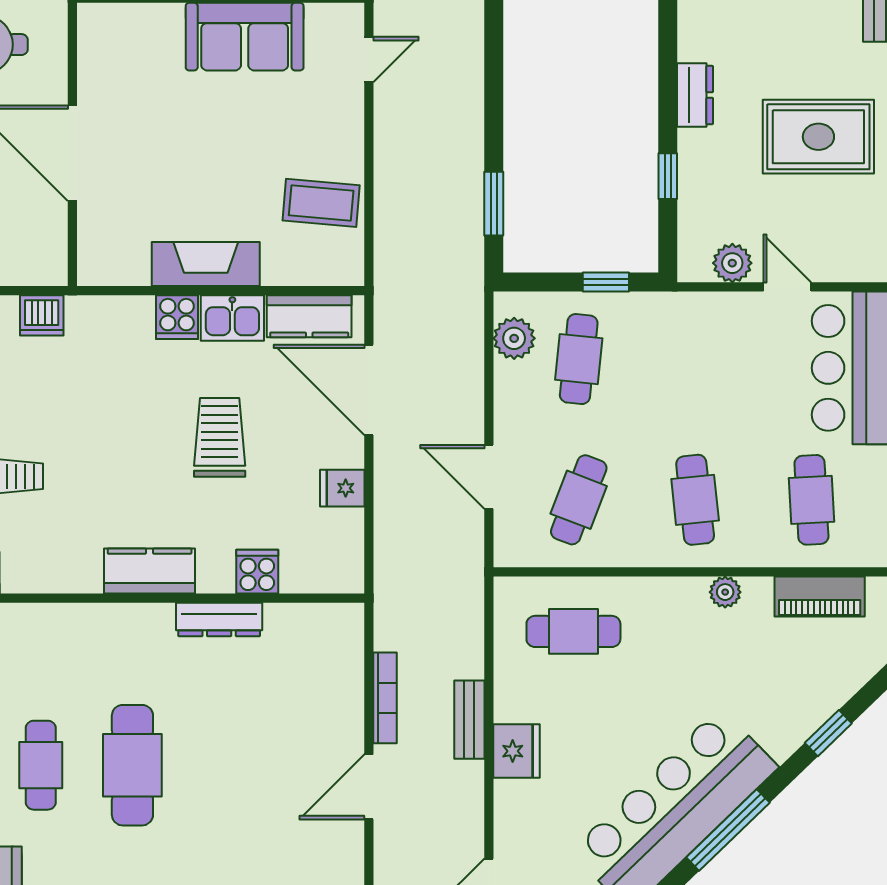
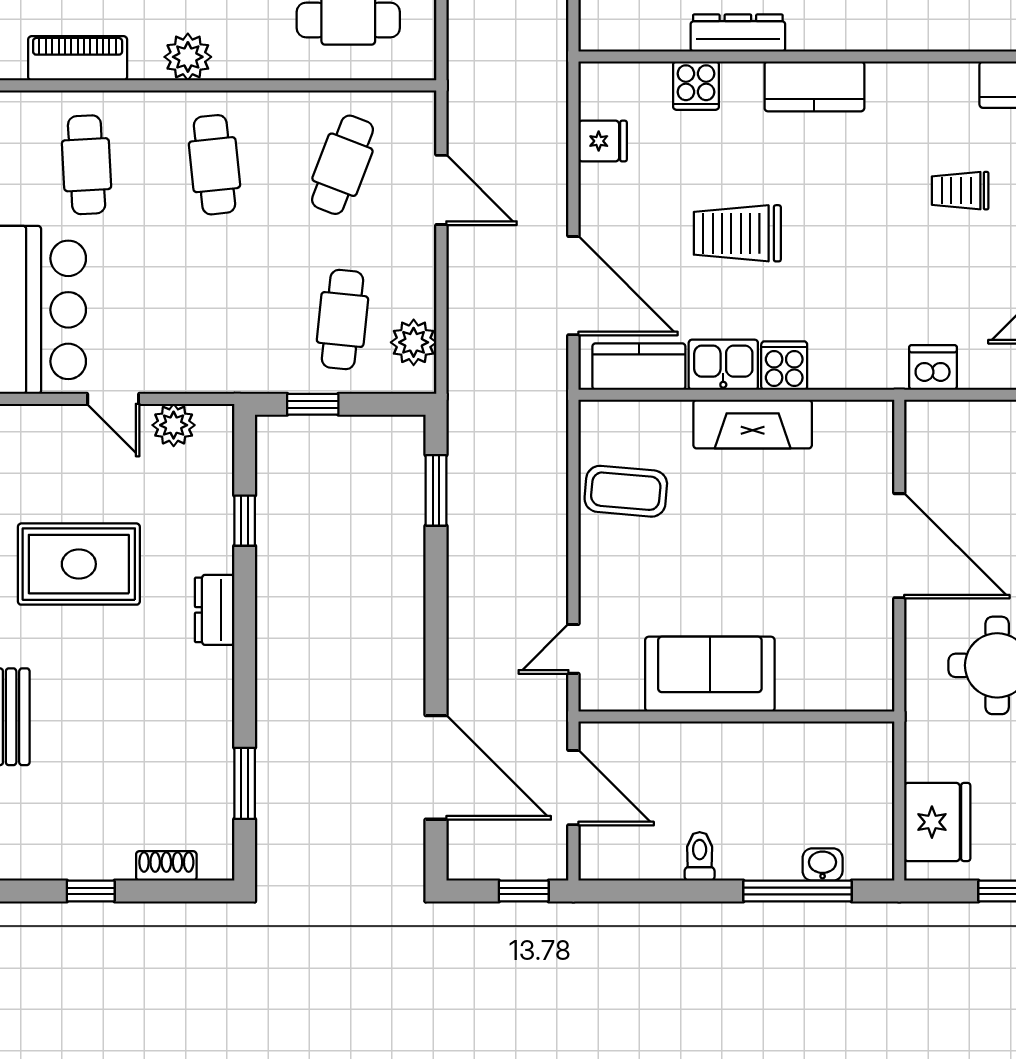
trolley: (220, 437) -> (737, 233), turned 90
fridge: (342, 488) -> (603, 141), moved
plant: (725, 592) -> (188, 57), width x1.38, depth x1.38

